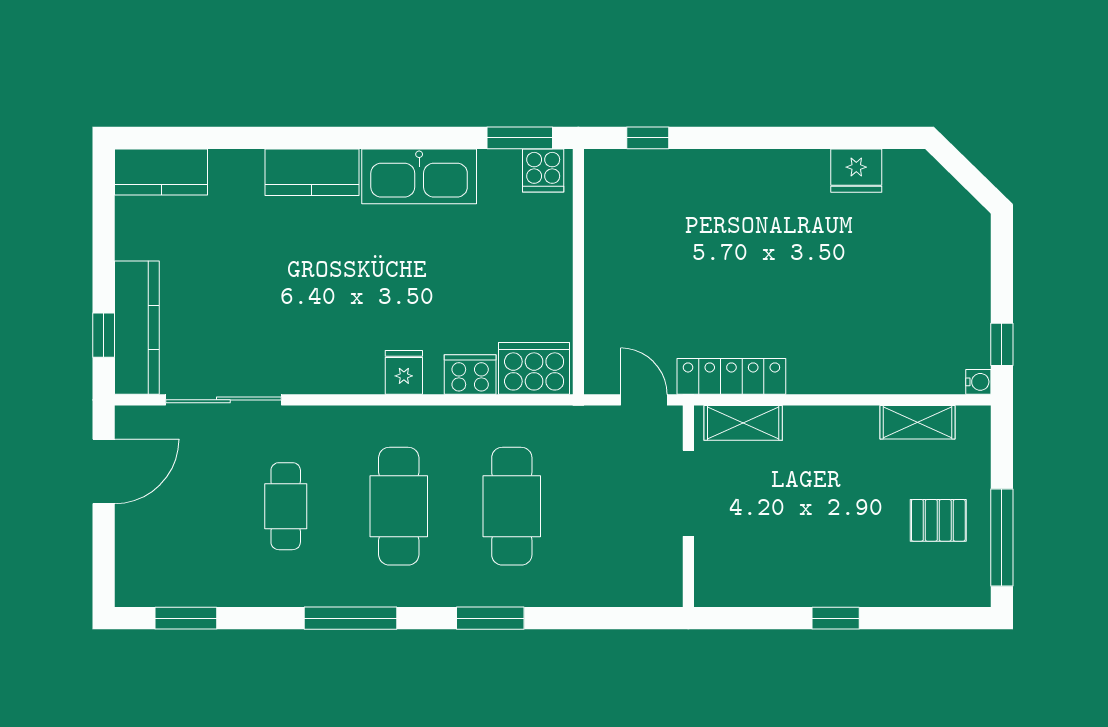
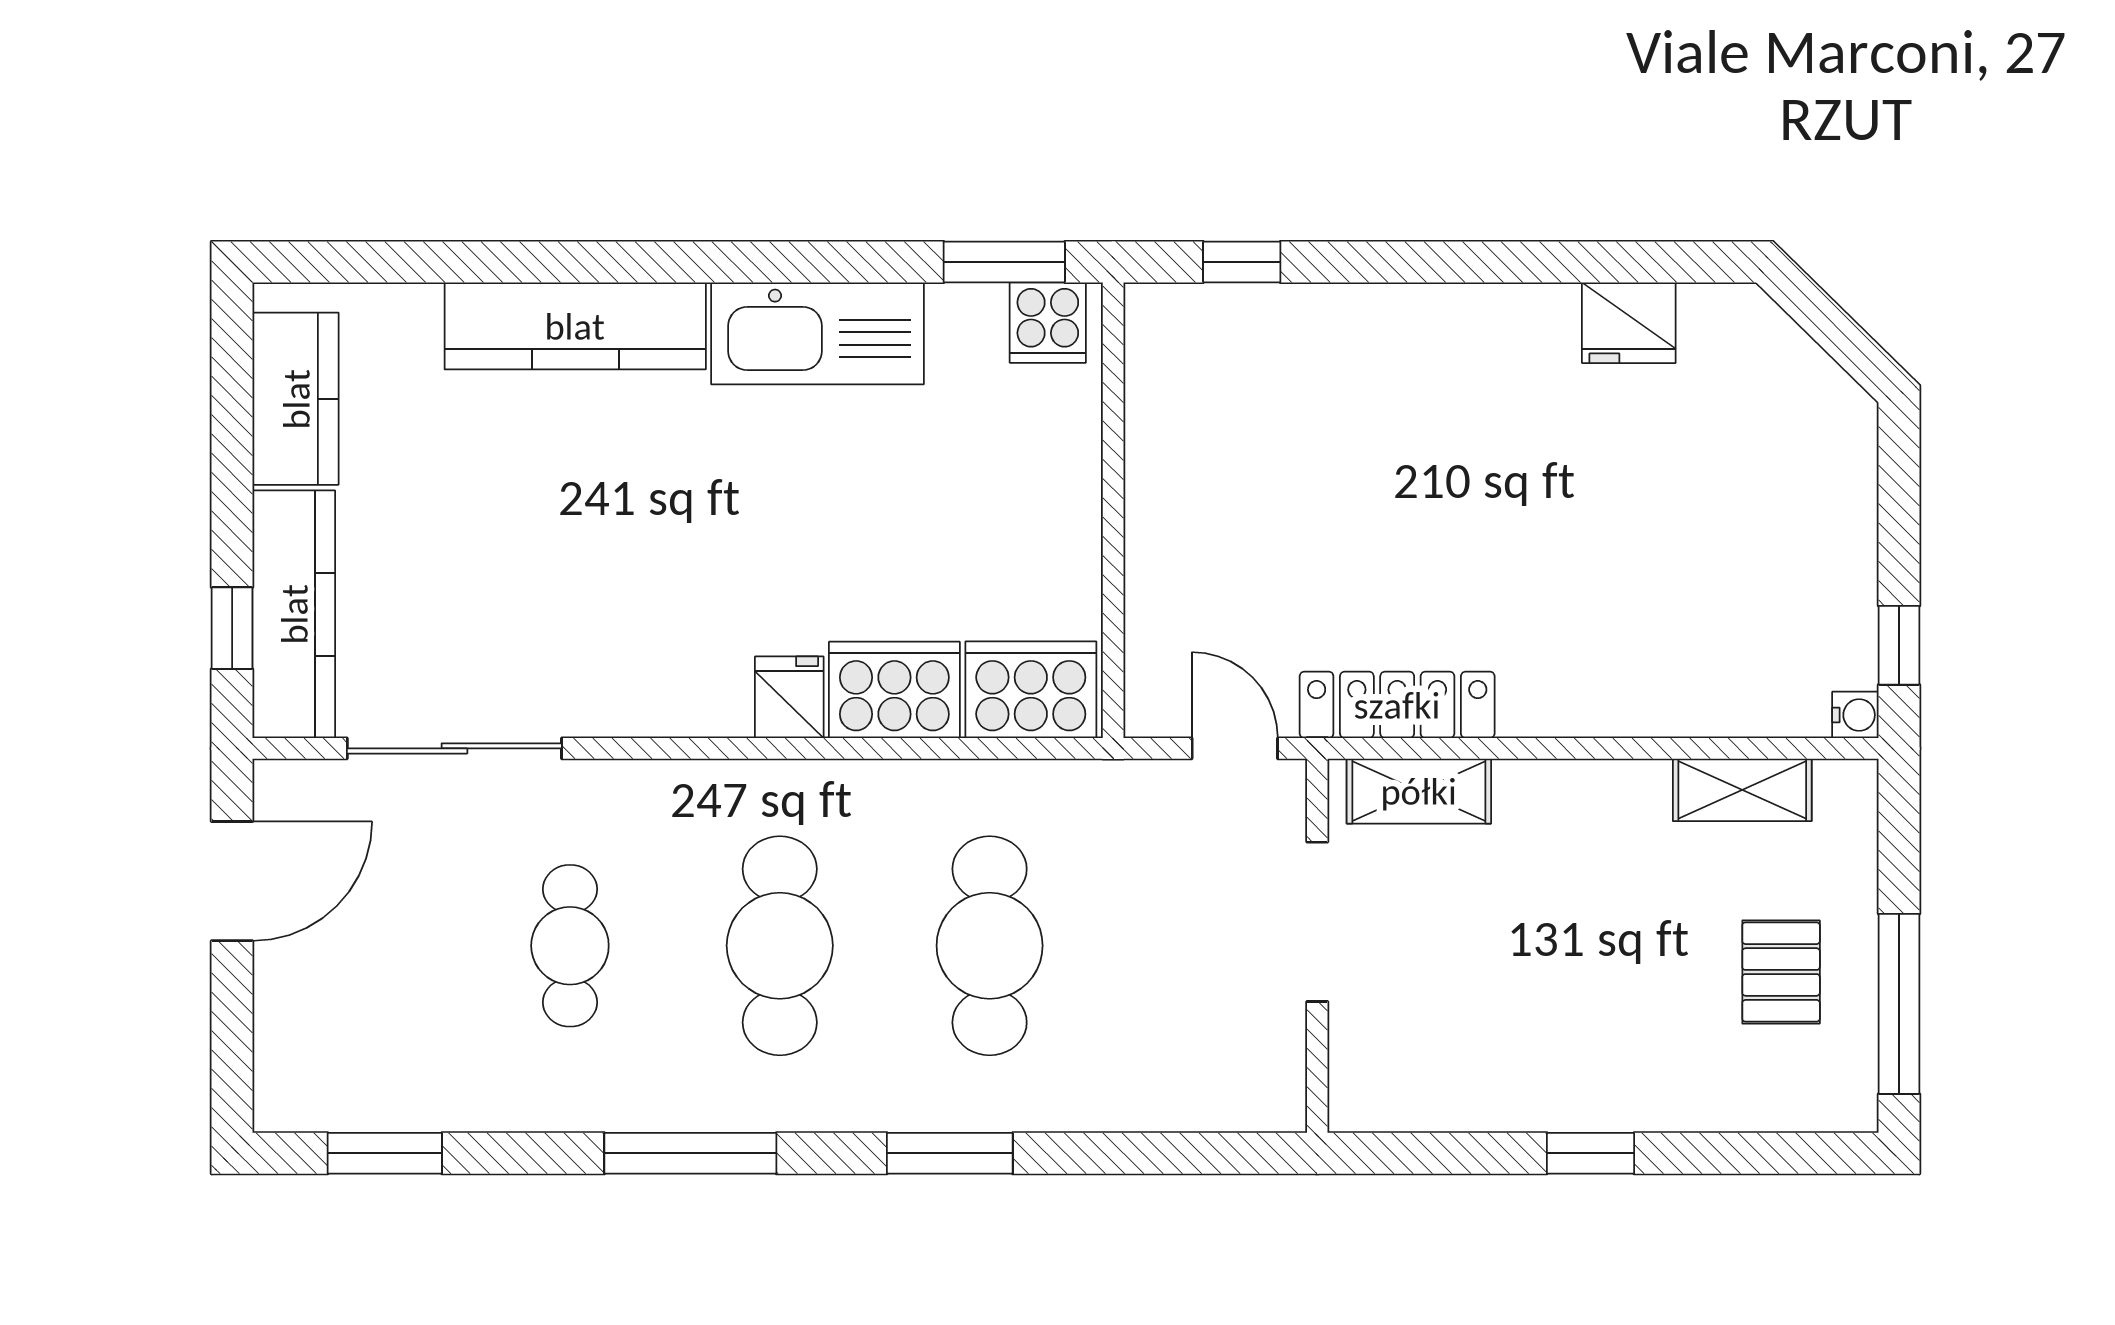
kitchen counter: (161, 172) -> (296, 399), moved, turned -90
kitchen counter: (312, 172) -> (575, 326), width x1.50
cooker: (470, 375) -> (894, 690), width x1.37, depth x1.31
pallet: (938, 520) -> (1781, 972), turned 90

